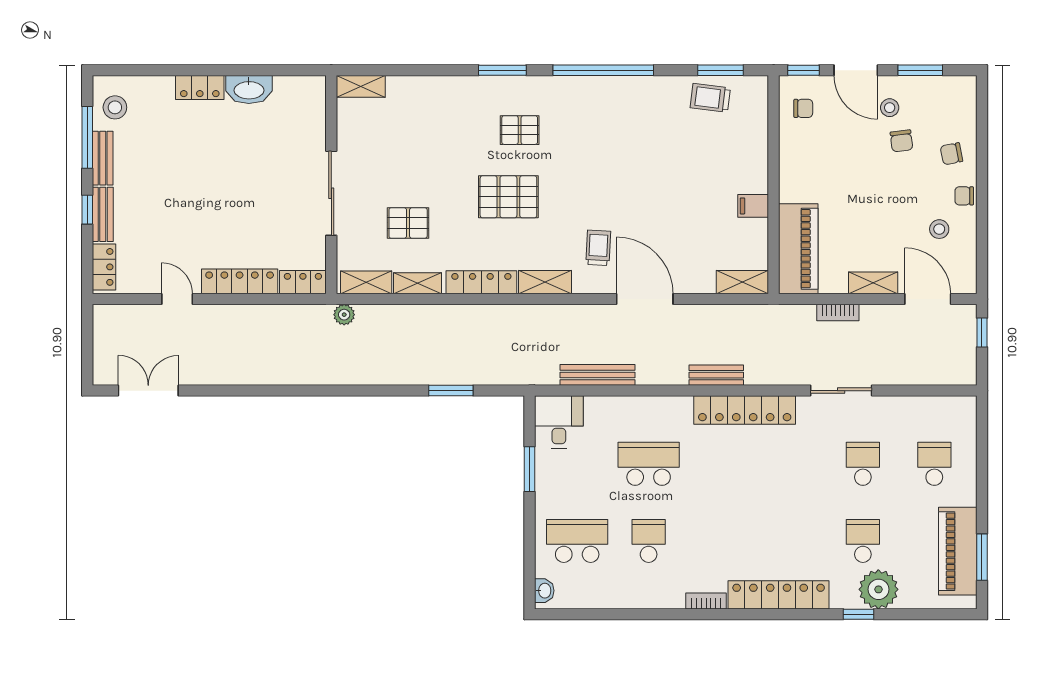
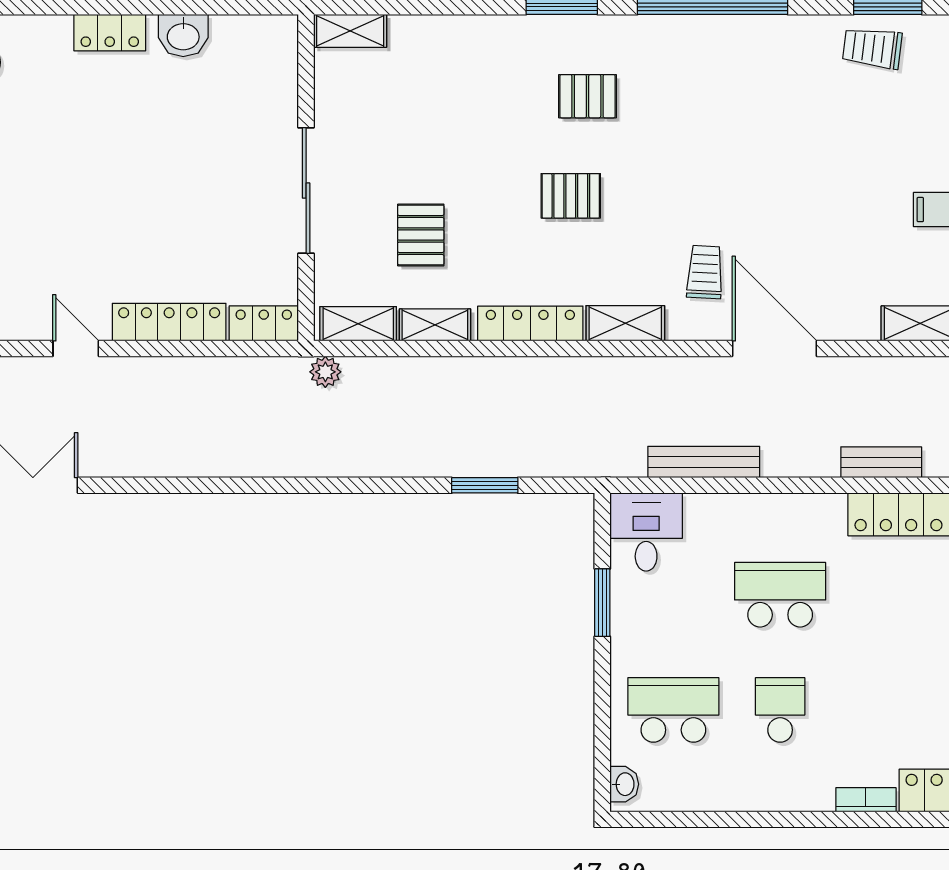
washbasin: (249, 89) -> (183, 36), width x0.72
pallet: (508, 197) -> (571, 196), width x0.67, depth x0.71
pallet: (408, 223) -> (421, 235), turned 90

